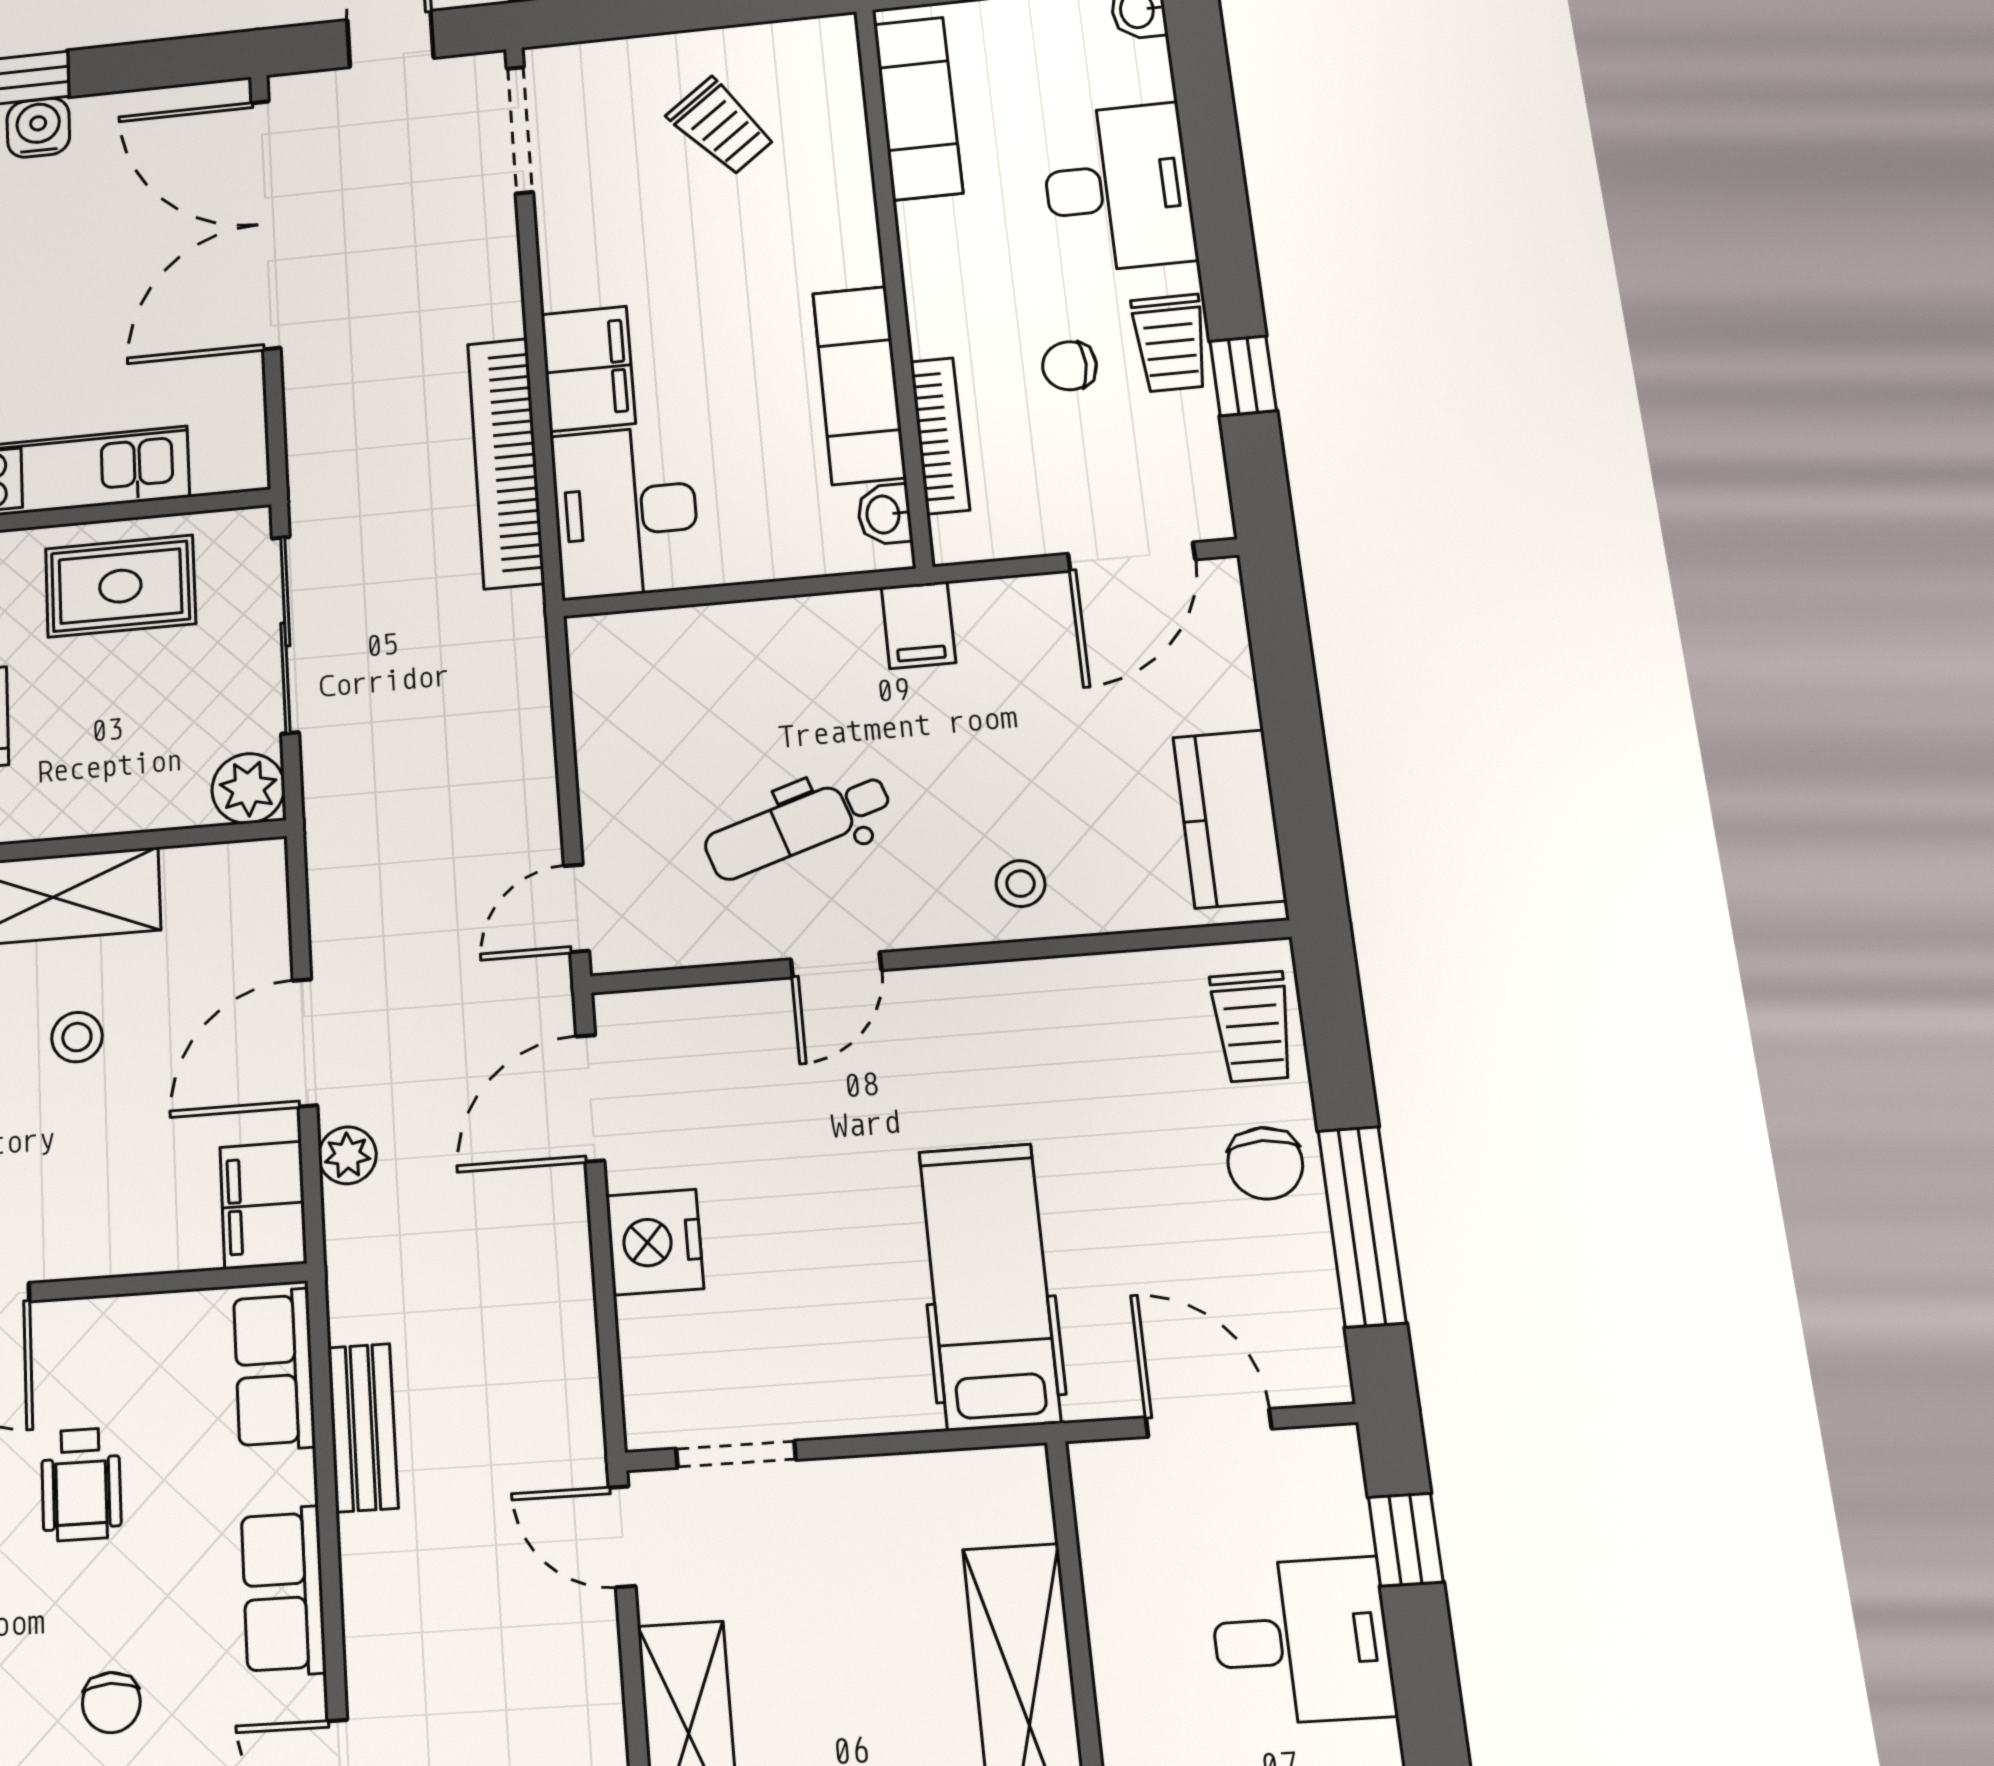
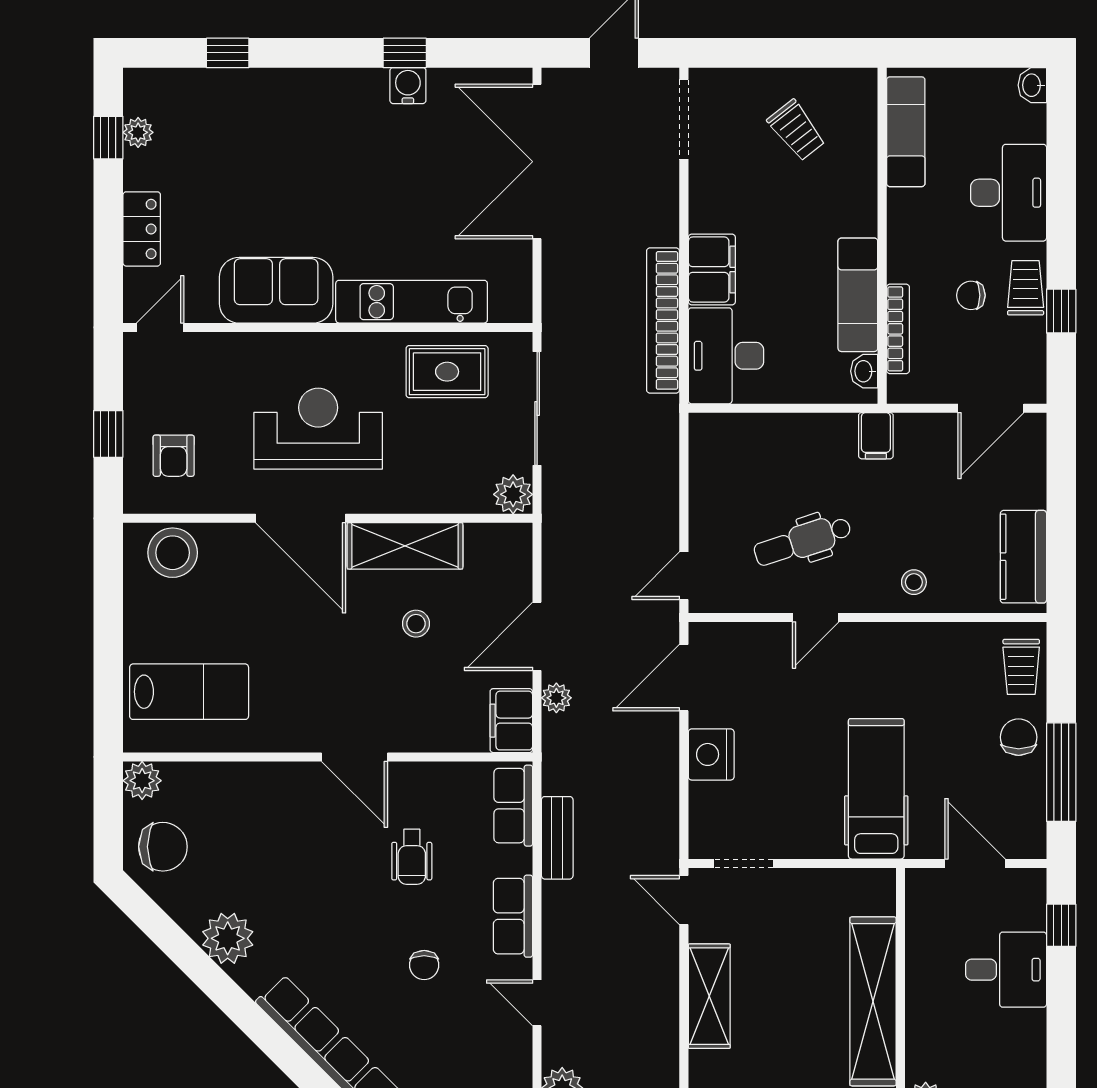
trolley: (1170, 343) -> (1026, 288), turned 180
chair: (1265, 1163) -> (1019, 737), turned 180

